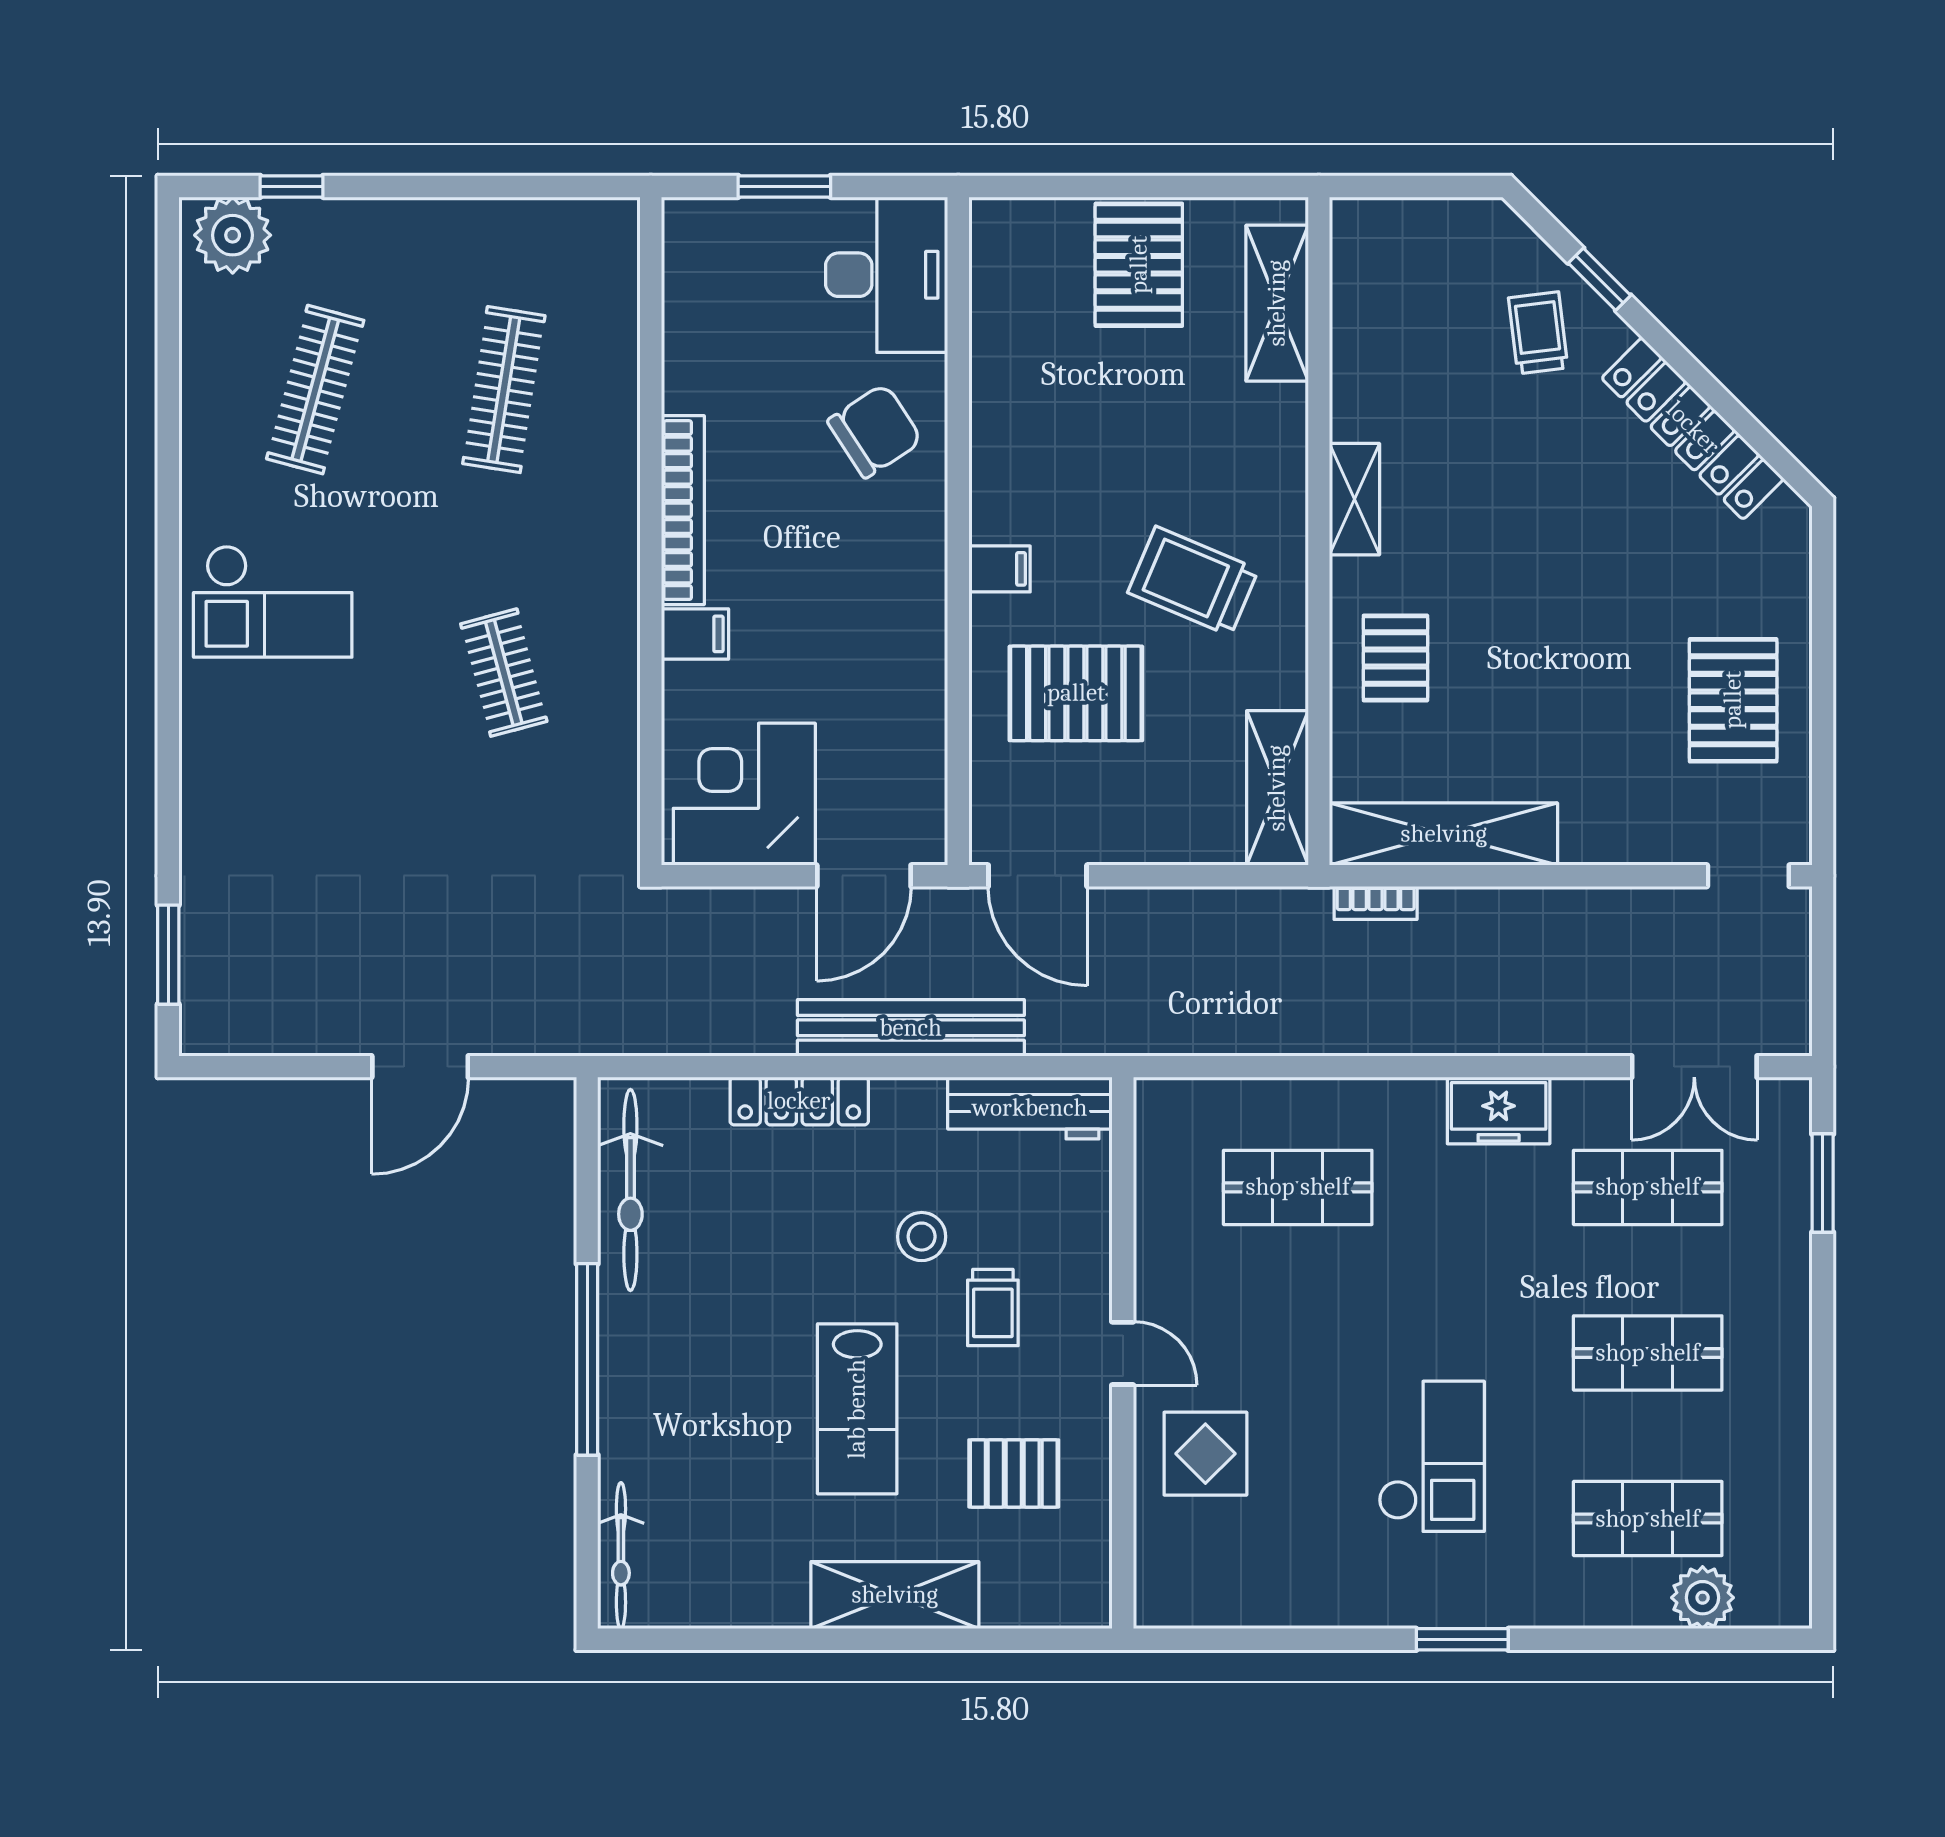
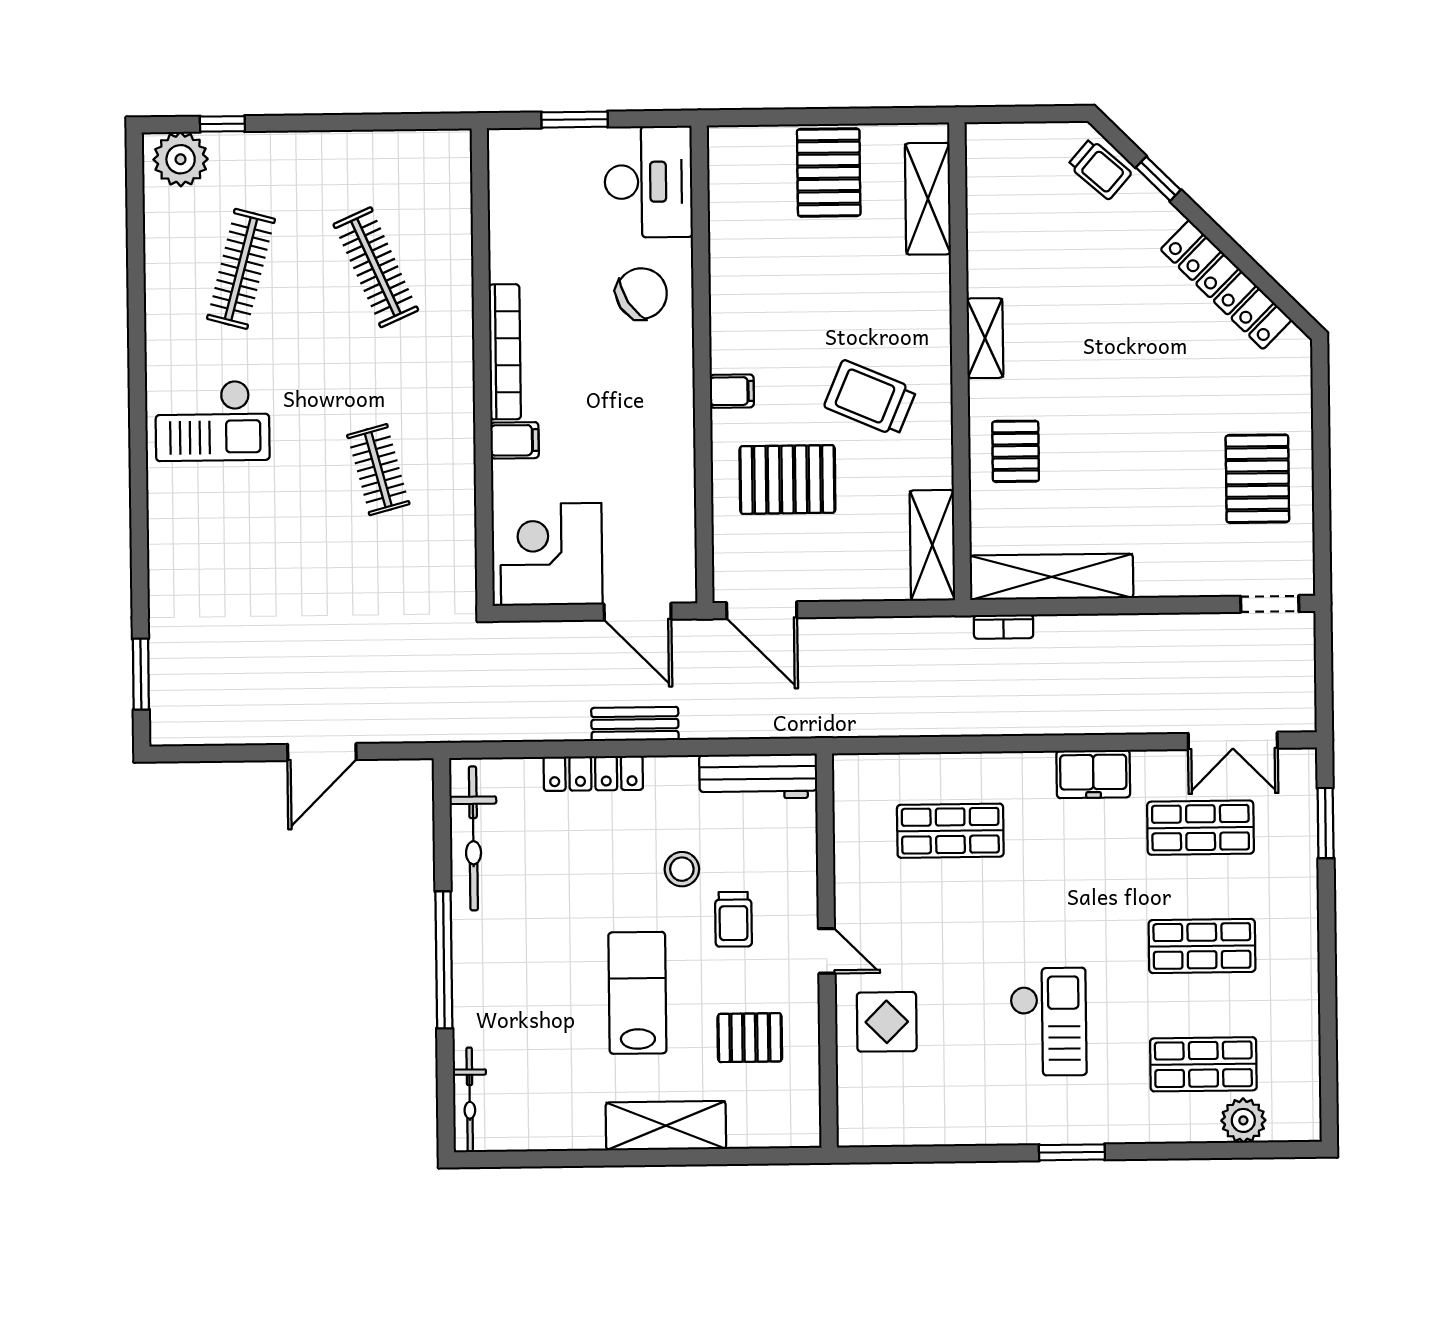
trolley: (1538, 333) -> (1100, 169), moved, turned 138
clothes rail: (504, 390) -> (376, 267), turned -33
door: (864, 876) -> (638, 612), hinge flipped
bench: (911, 1028) -> (635, 724), width x0.54, depth x0.82
lab bench: (857, 1409) -> (637, 993), turned 180

